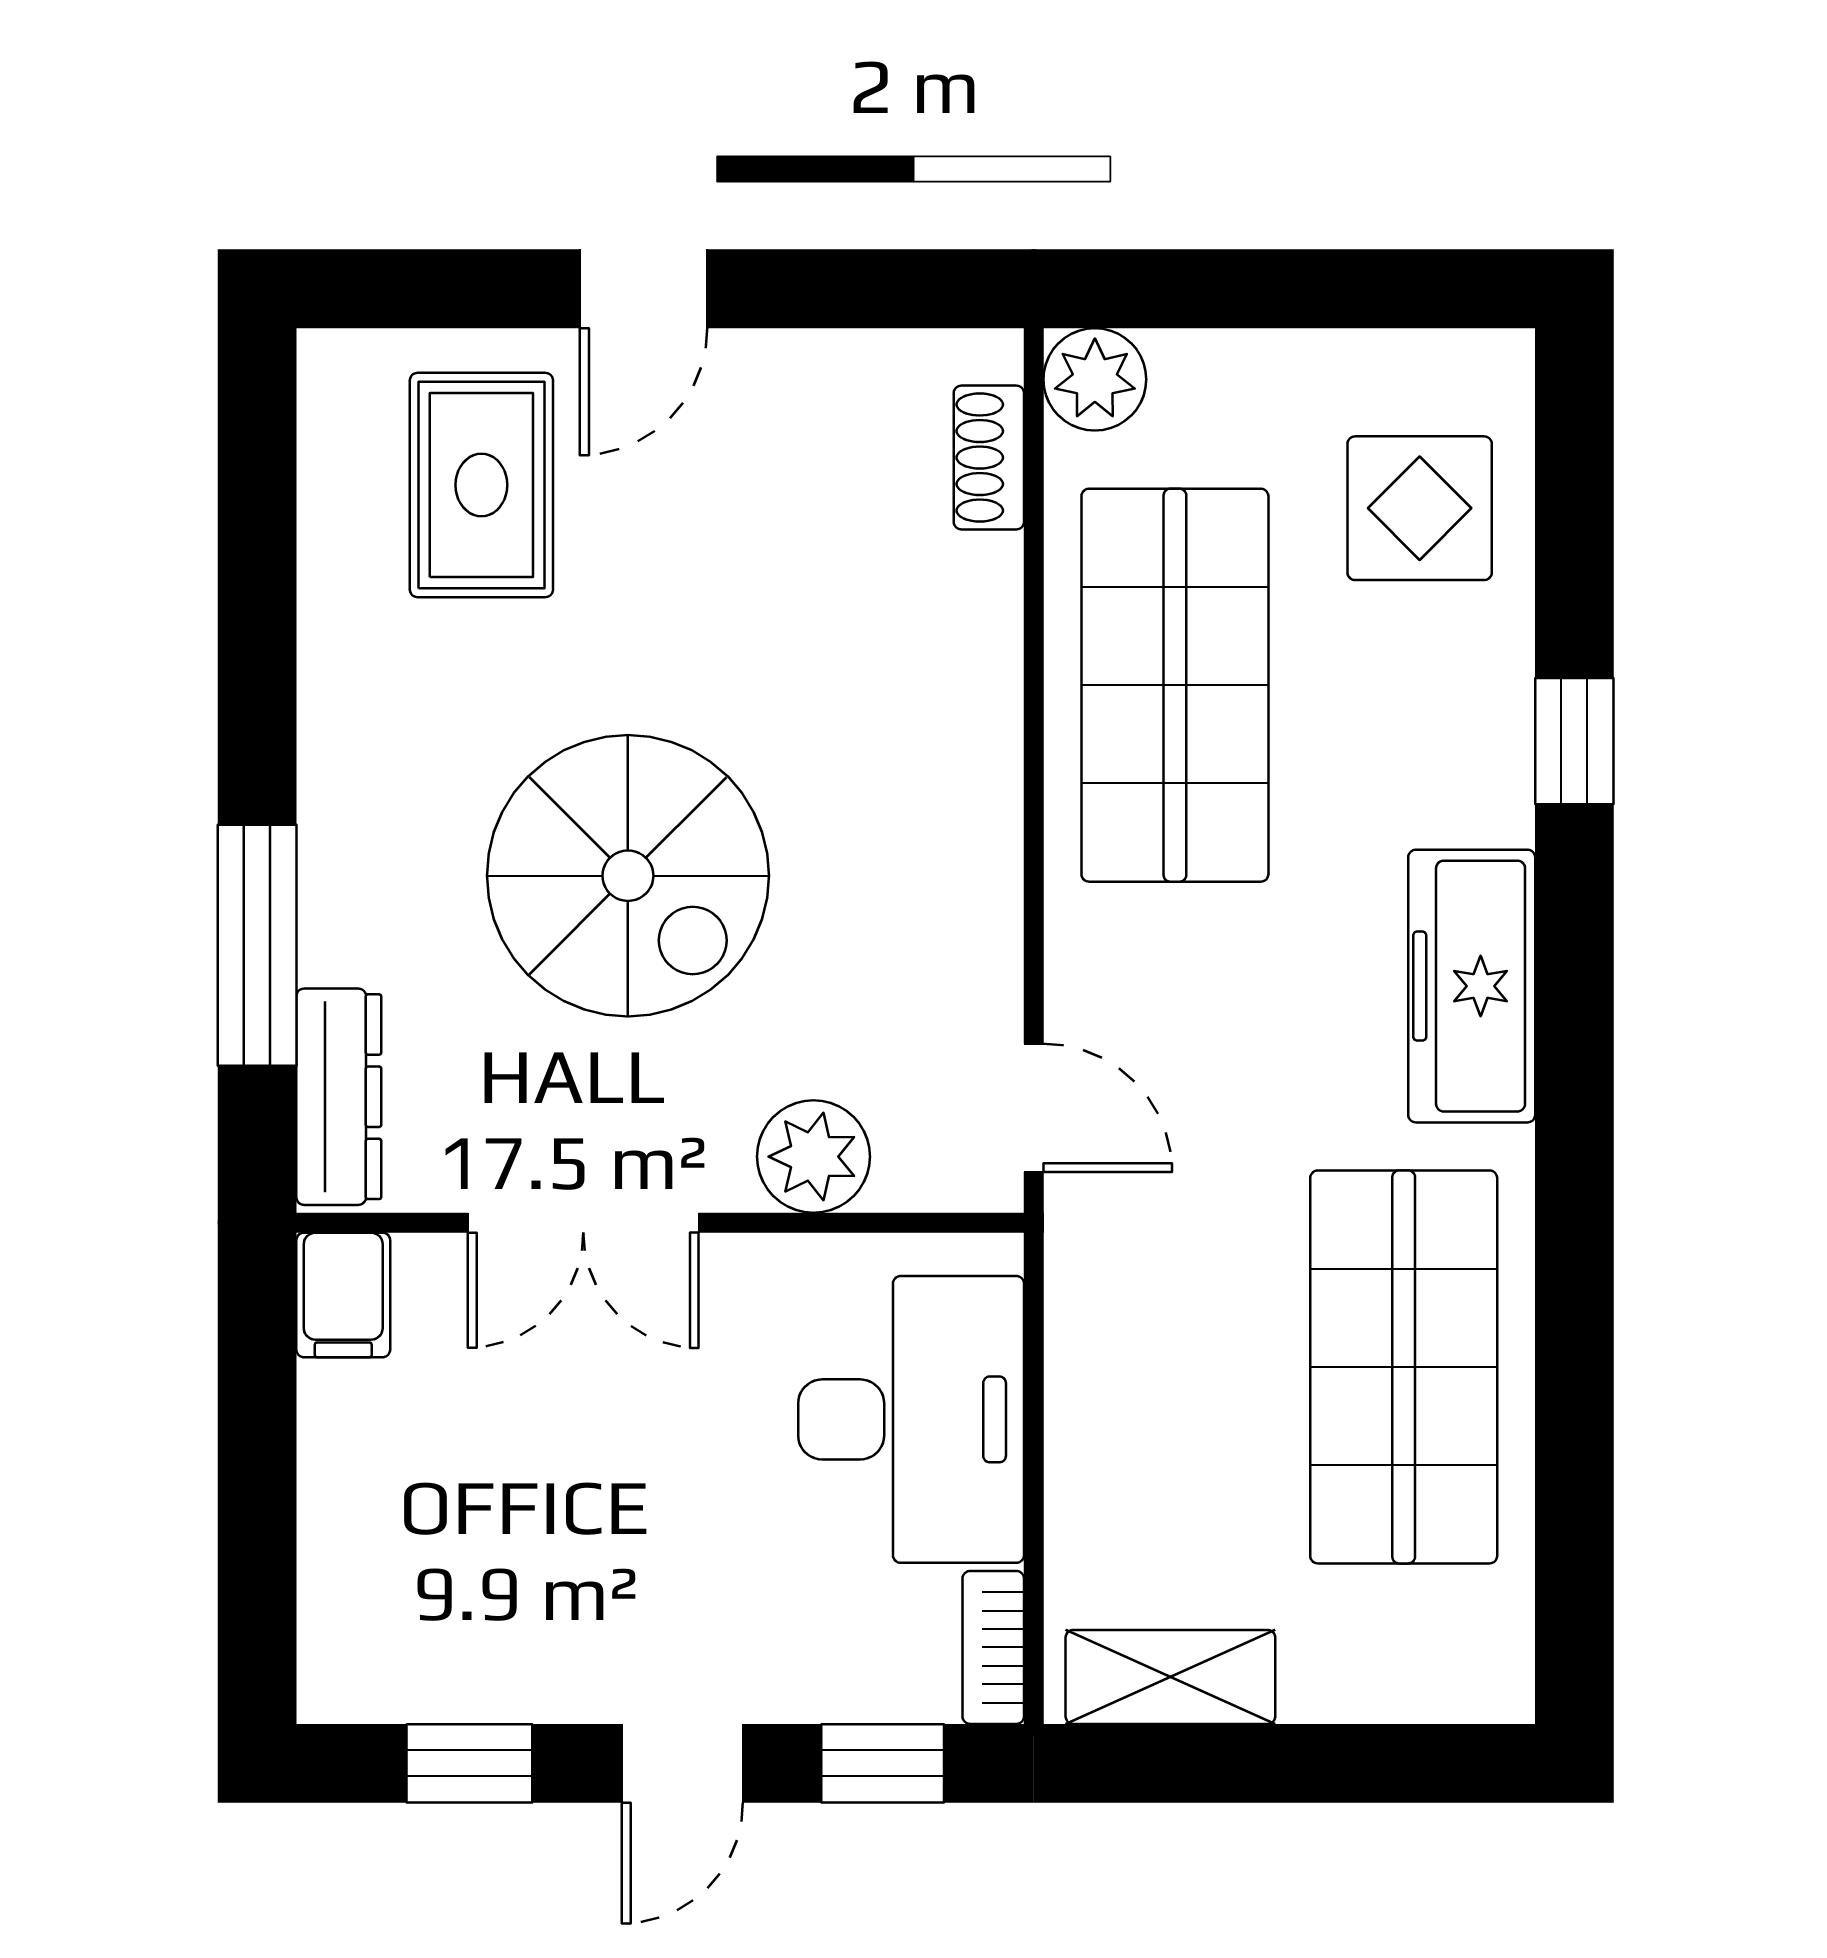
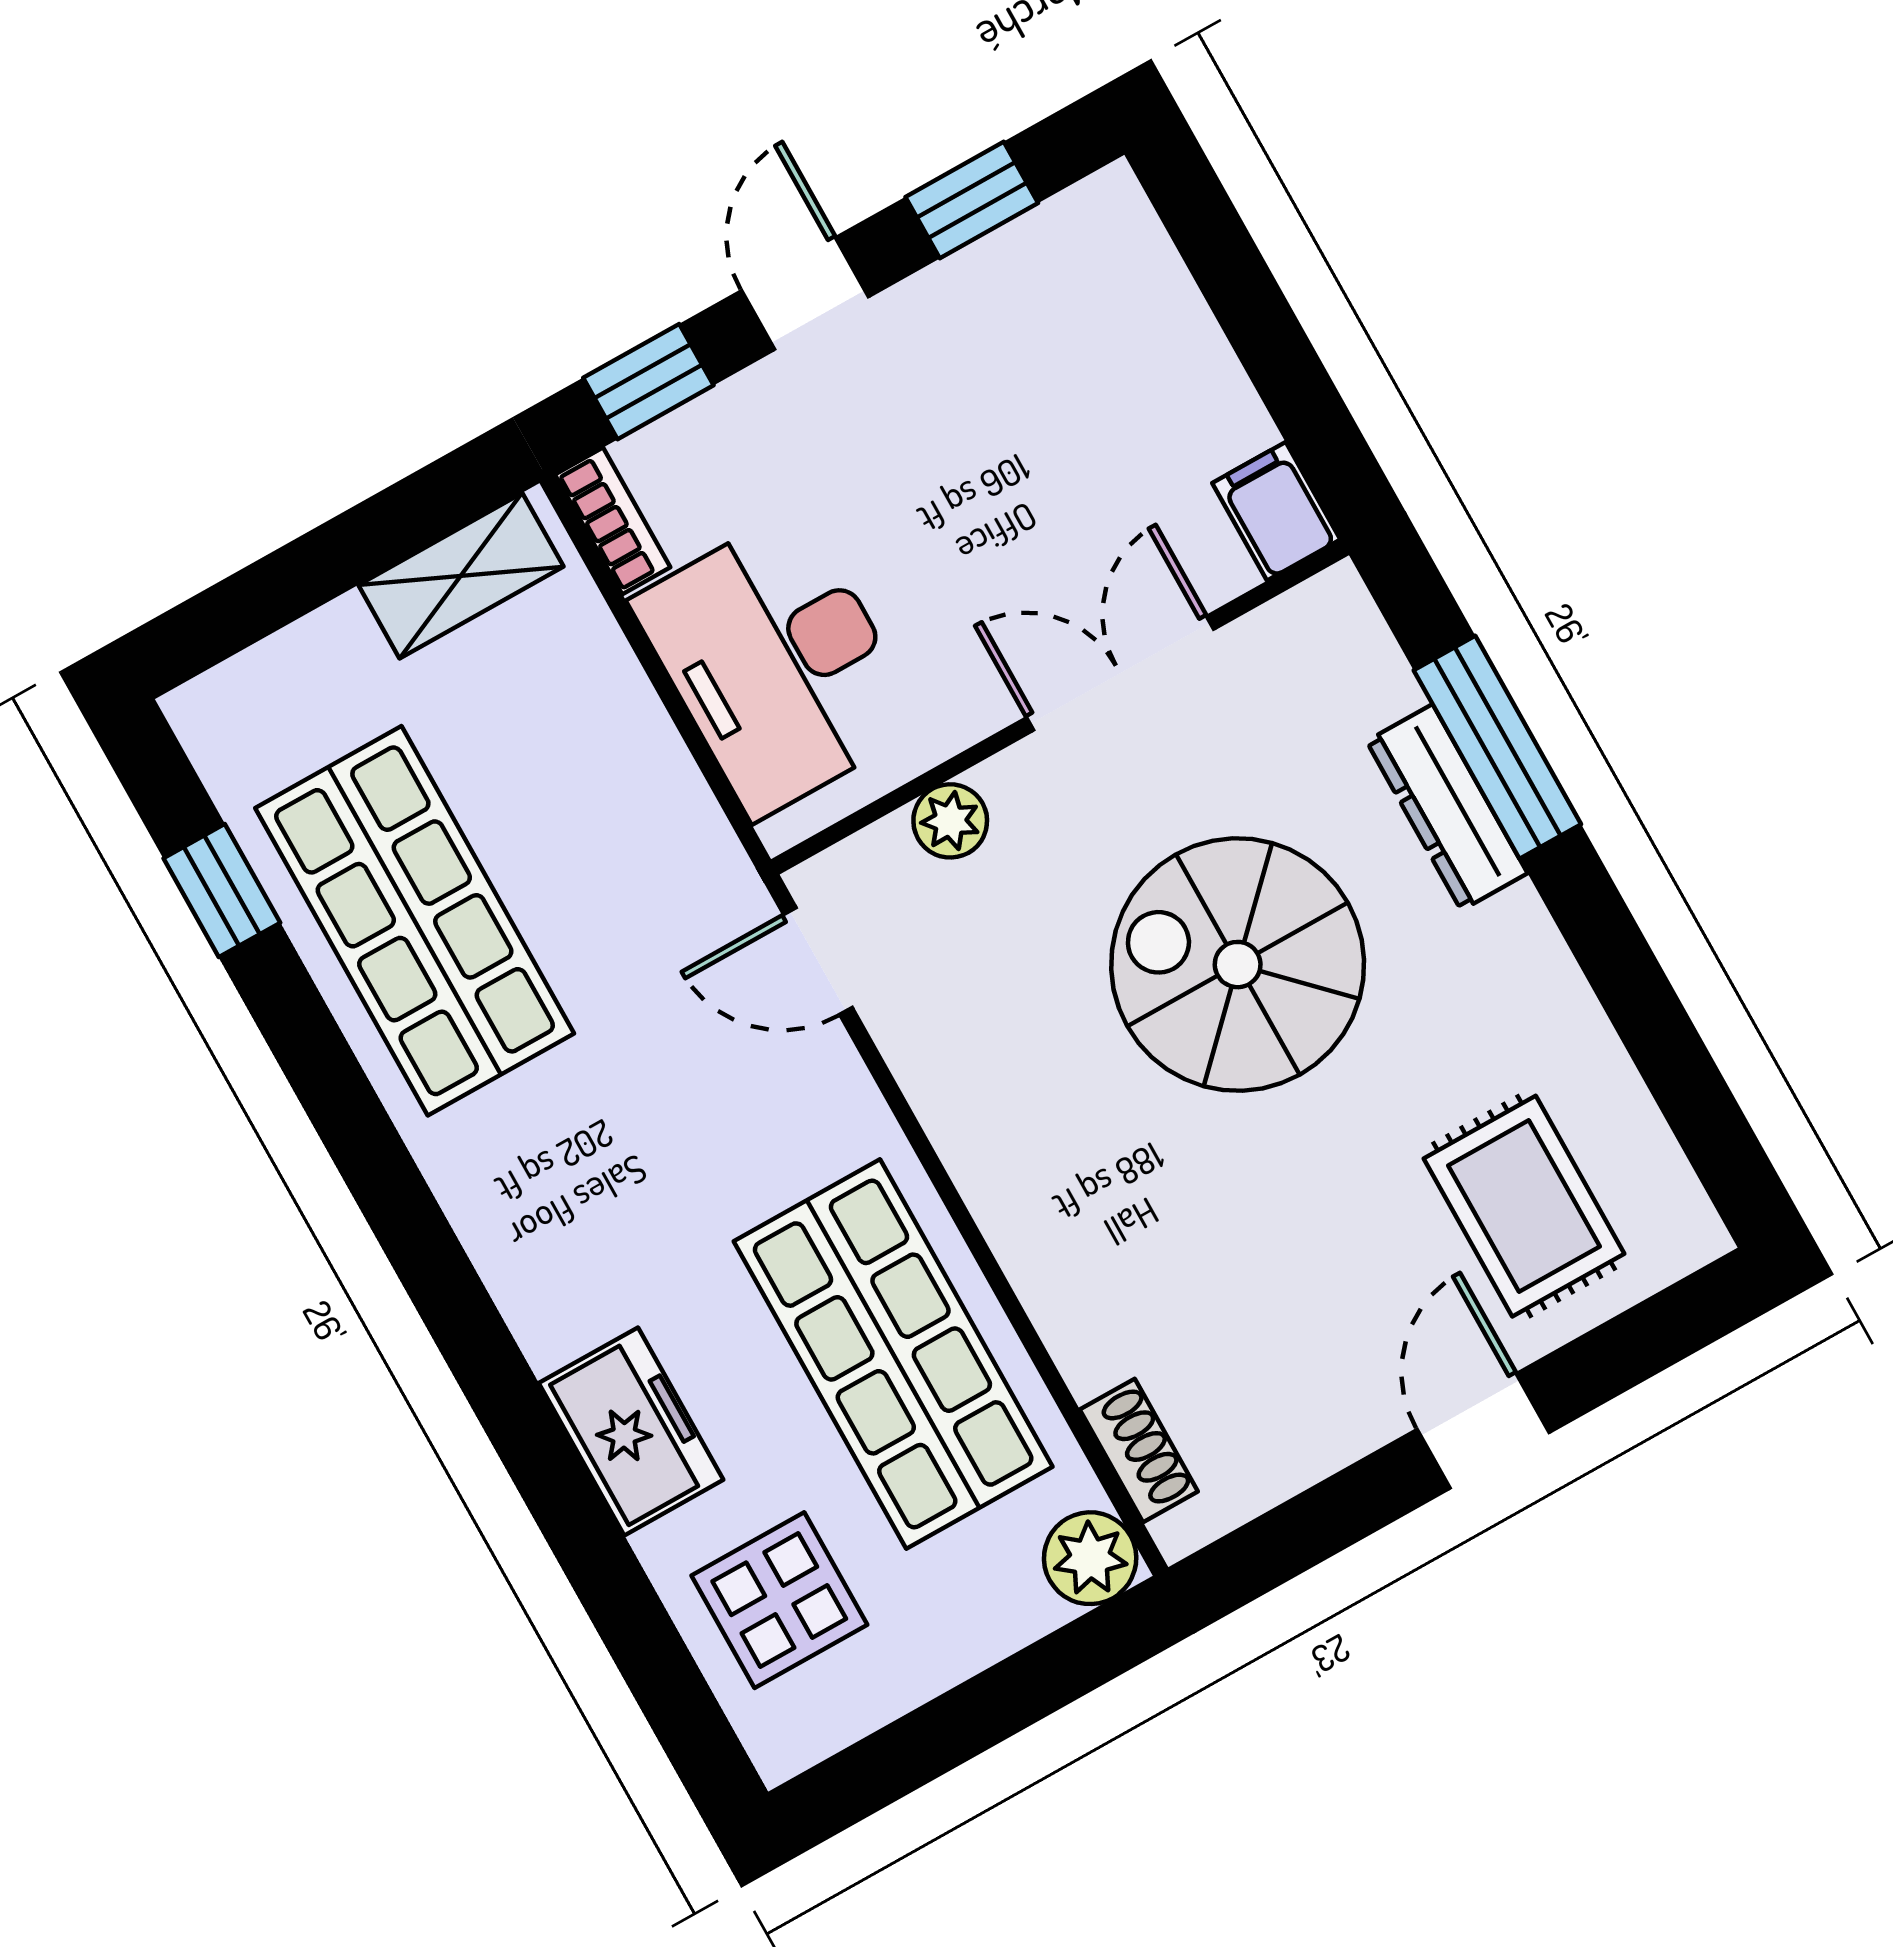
window: (1574, 741) -> (222, 891), moved
freezer: (1472, 986) -> (631, 1431), moved, width x0.71
dresser: (339, 1097) -> (1447, 807), moved
plant: (813, 1157) -> (950, 821), width x0.73, depth x0.73

